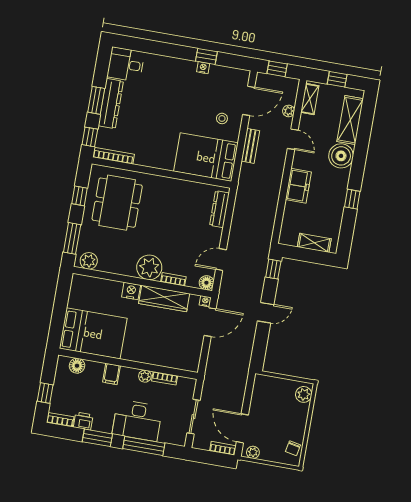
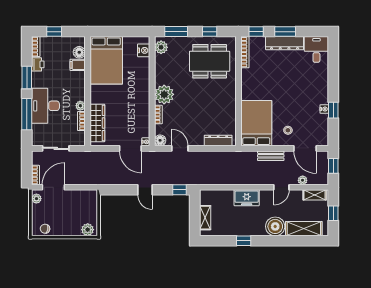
nightstand: (131, 291) -> (144, 50), moved
wardrobe: (164, 299) -> (97, 123), moved, turned 180
filing cabinet: (111, 374) -> (78, 65), moved

